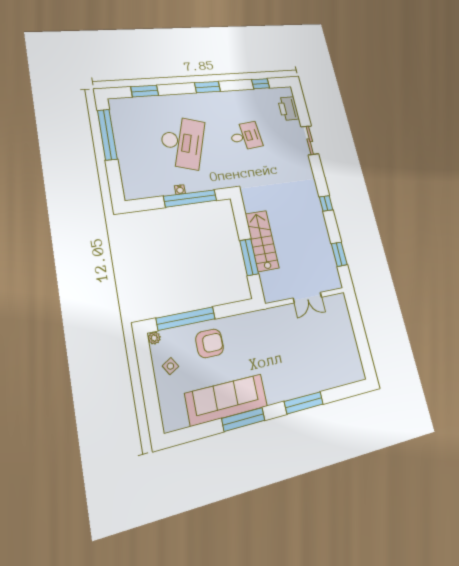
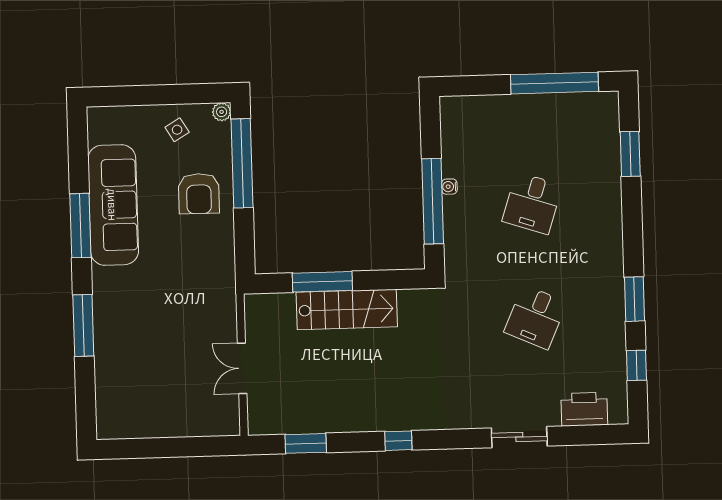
window: (207, 87) -> (634, 299), moved
desk: (246, 136) -> (536, 317), turned 30
desk: (182, 142) -> (532, 203), width x0.53, depth x0.77

